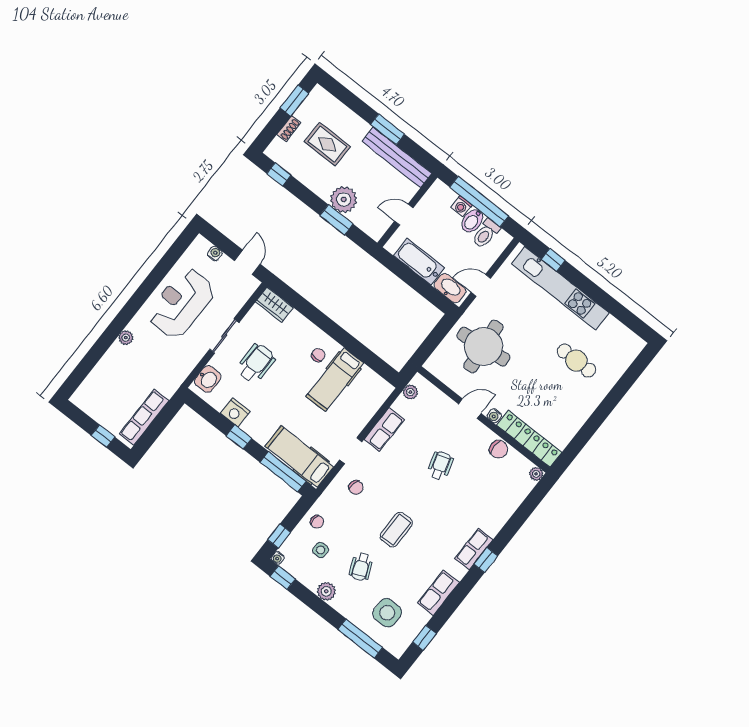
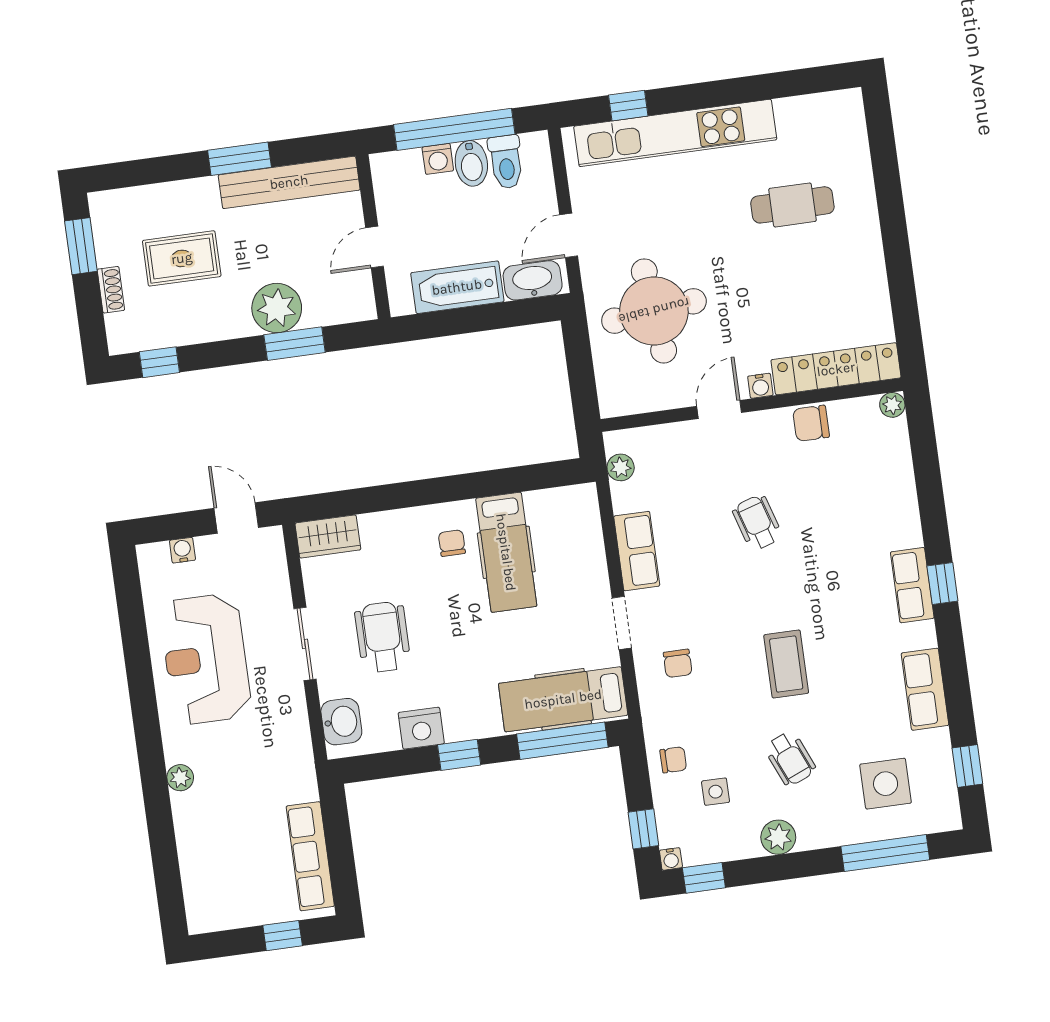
chair: (499, 449) -> (811, 423), turned 180
chair: (356, 487) -> (678, 663), turned 76

